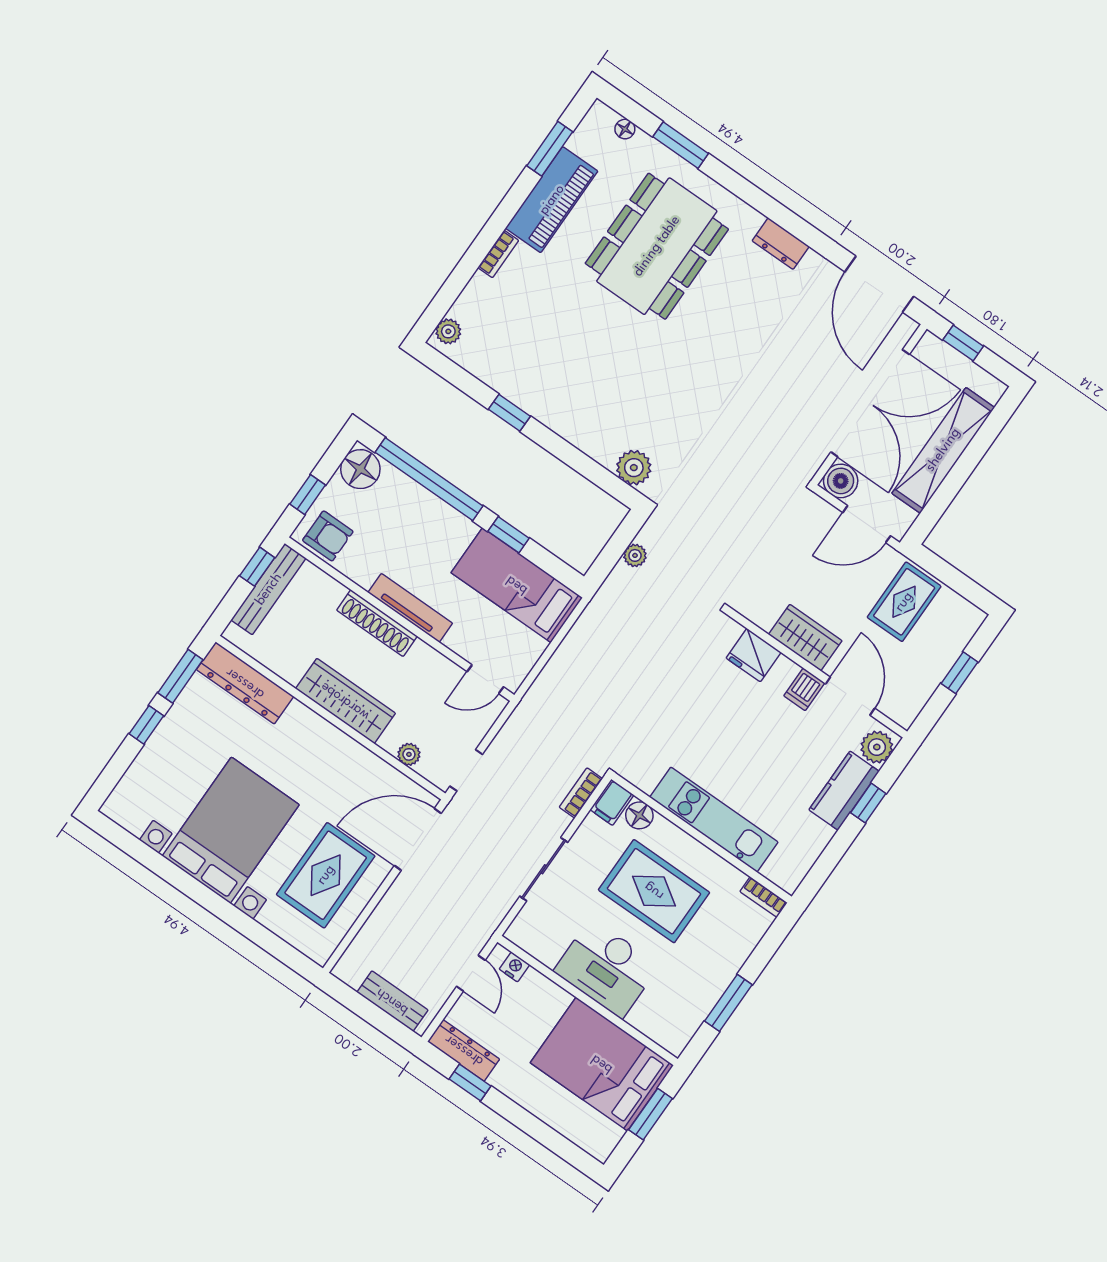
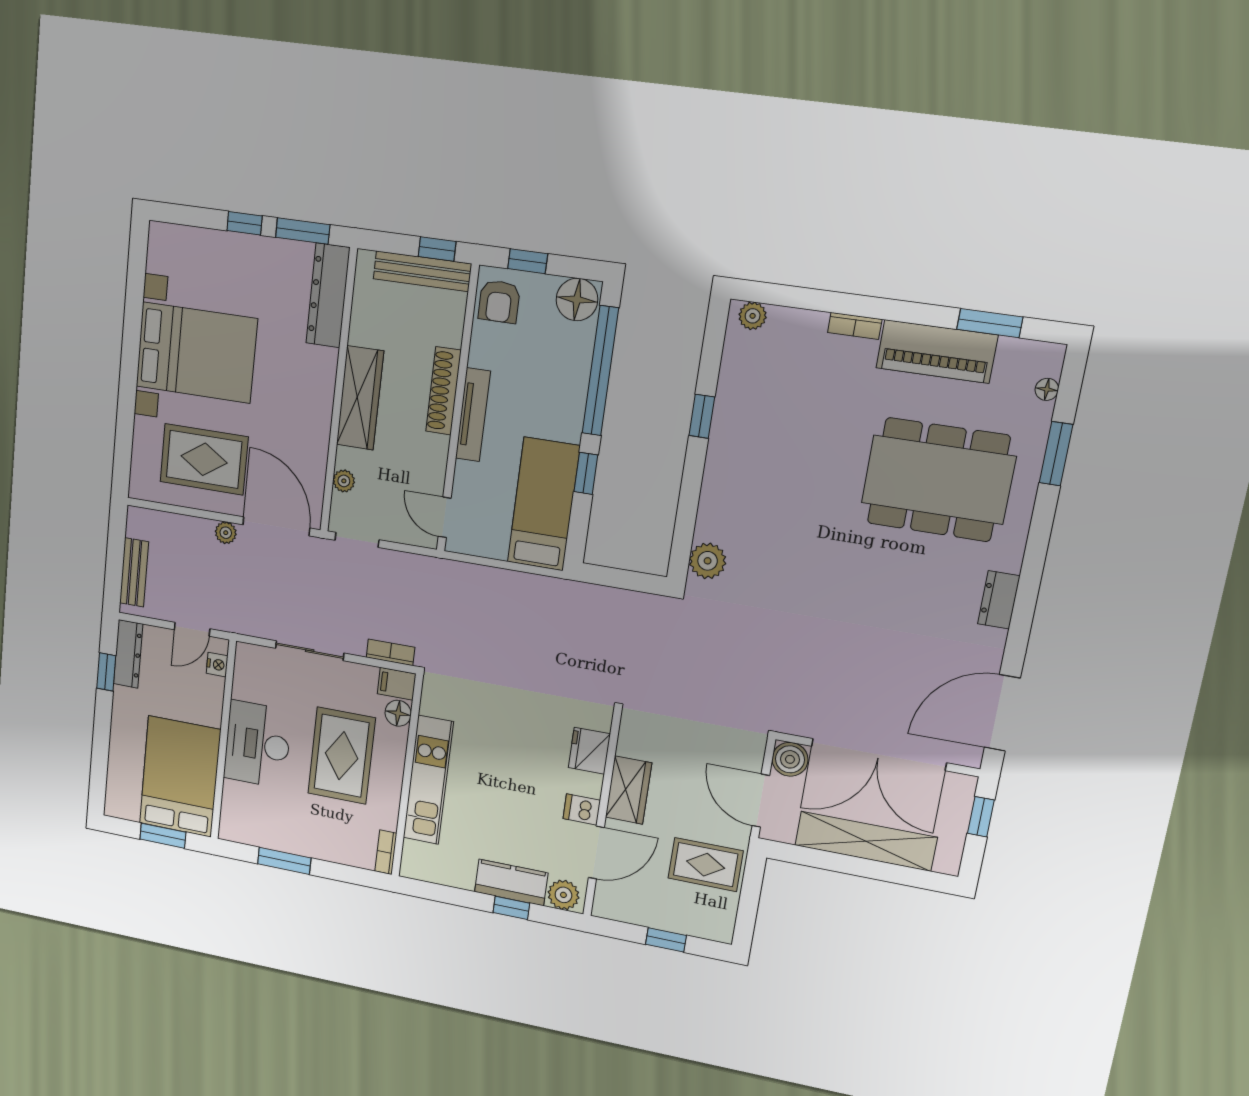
plant: (635, 555) -> (226, 533), moved

